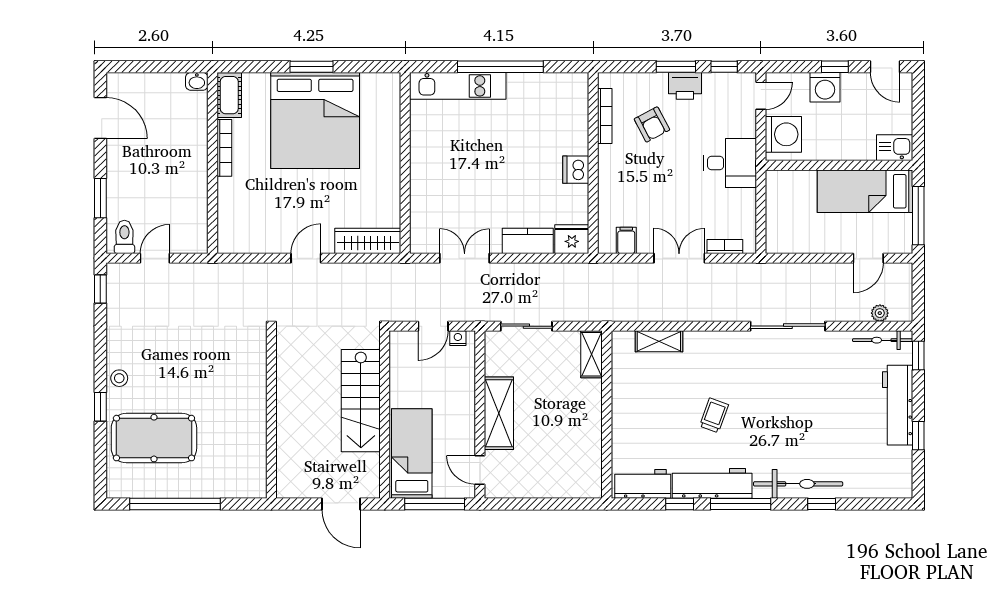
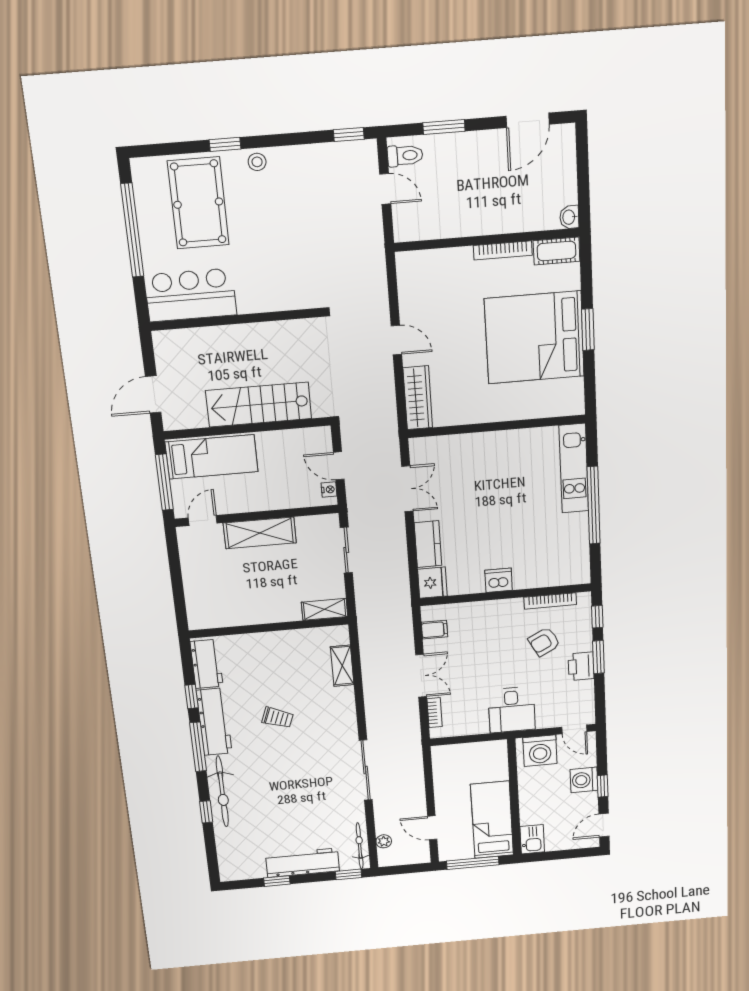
window: (724, 67) -> (597, 617), moved
bar counter: (243, 456) -> (191, 295), added

